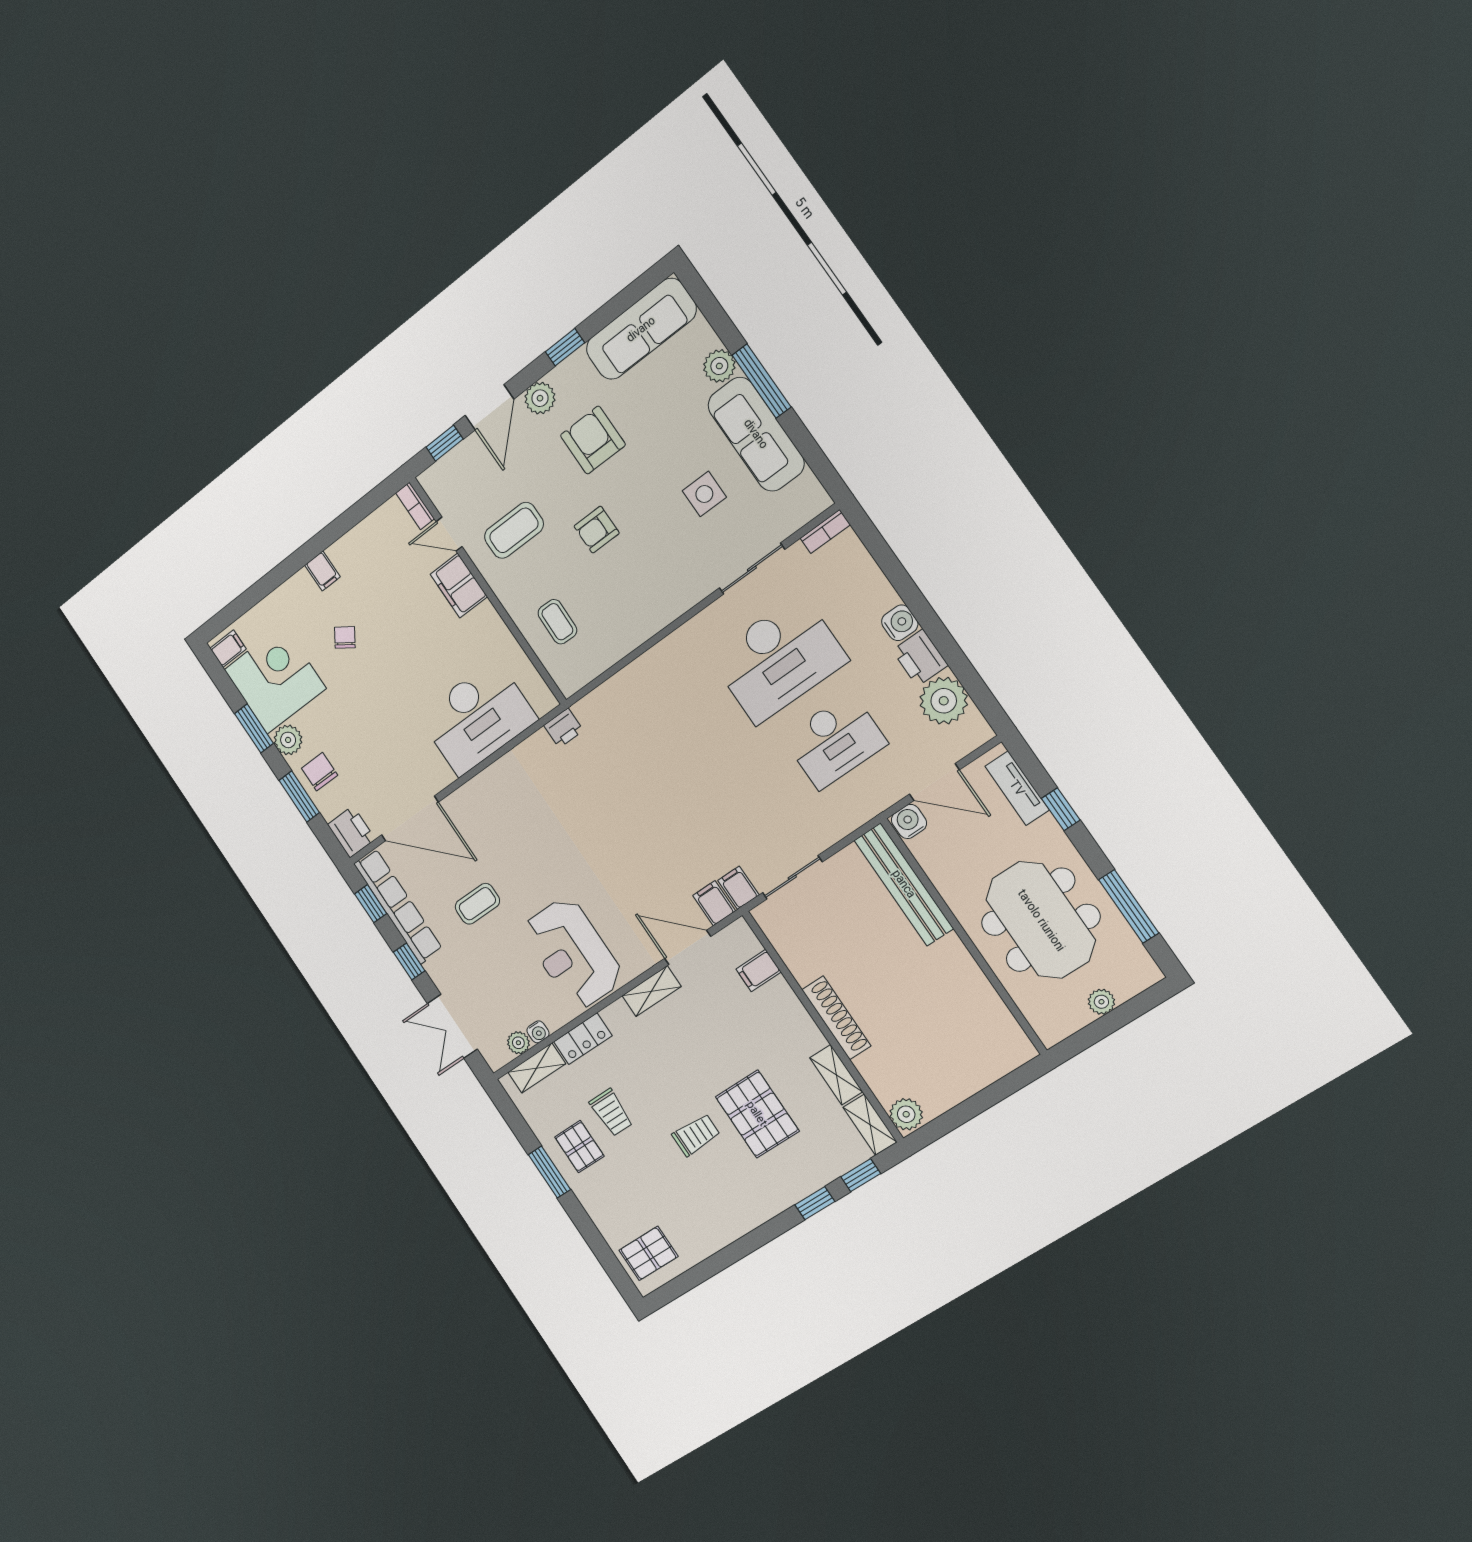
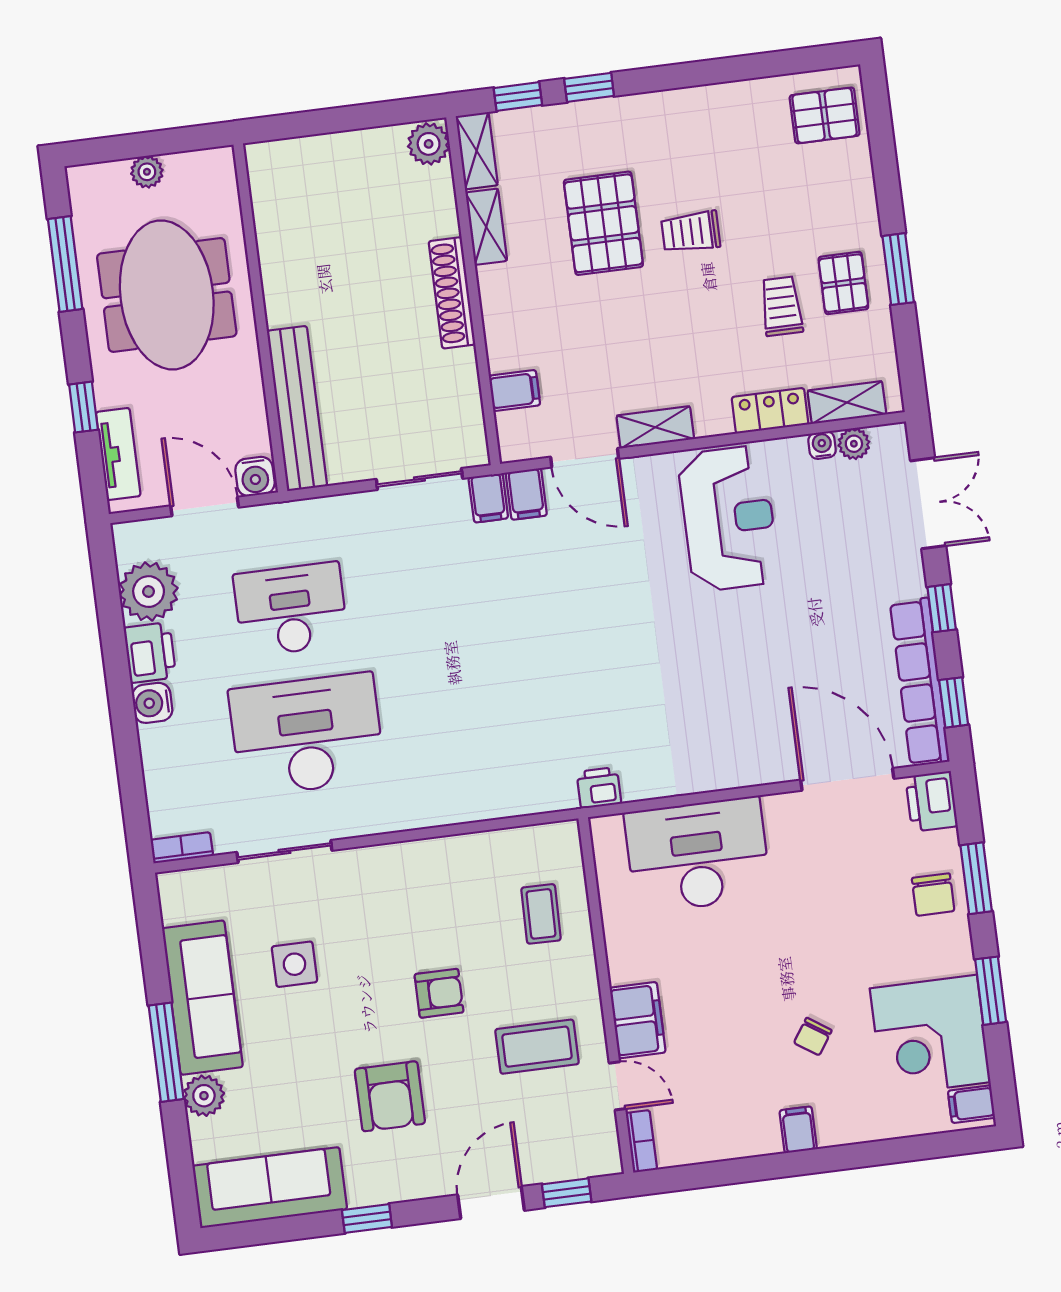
plant: (540, 398) -> (426, 1178), removed
plant: (288, 740) -> (953, 954), removed
coffee table: (477, 904) -> (816, 635), removed

